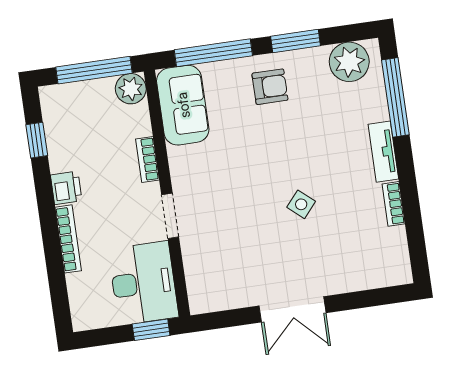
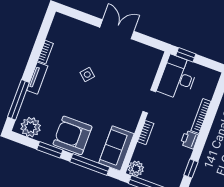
armchair: (270, 87) -> (72, 135), width x1.88, depth x1.88

